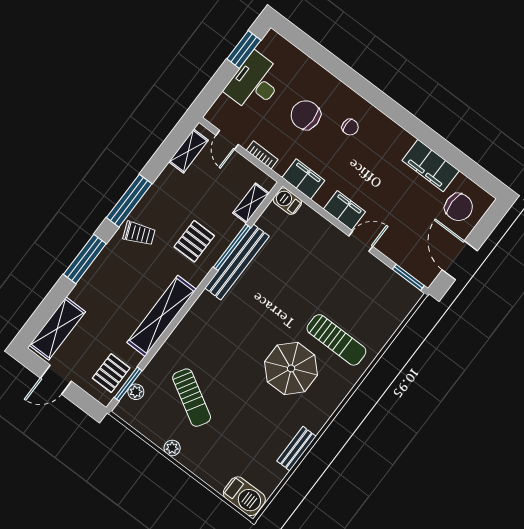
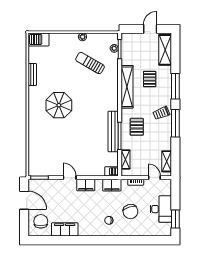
chair: (306, 115) -> (130, 212), turned 73
chair: (459, 207) -> (41, 221), turned 90
door: (361, 241) -> (70, 178), swing flipped
sun lounger: (336, 340) -> (49, 131), removed
pallet: (111, 373) -> (150, 79), moved

